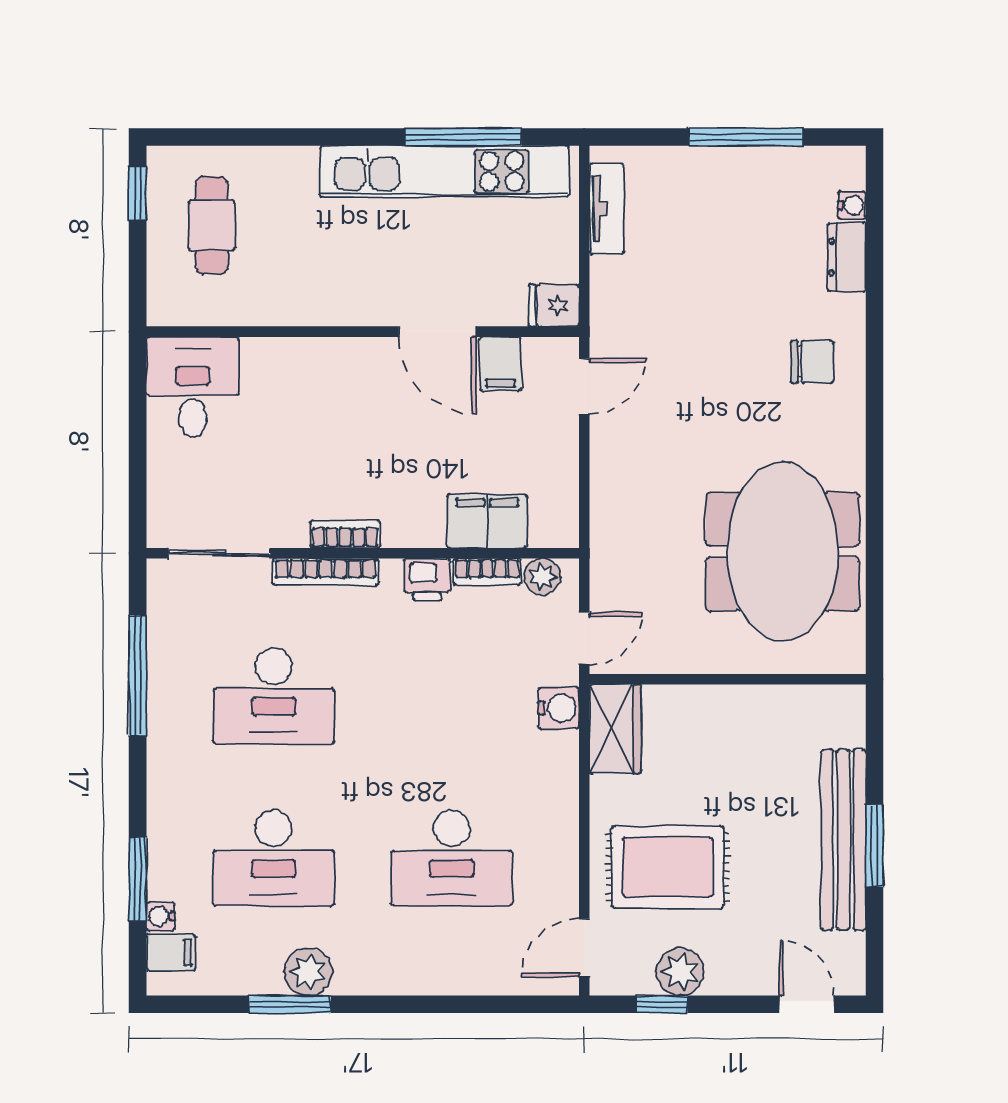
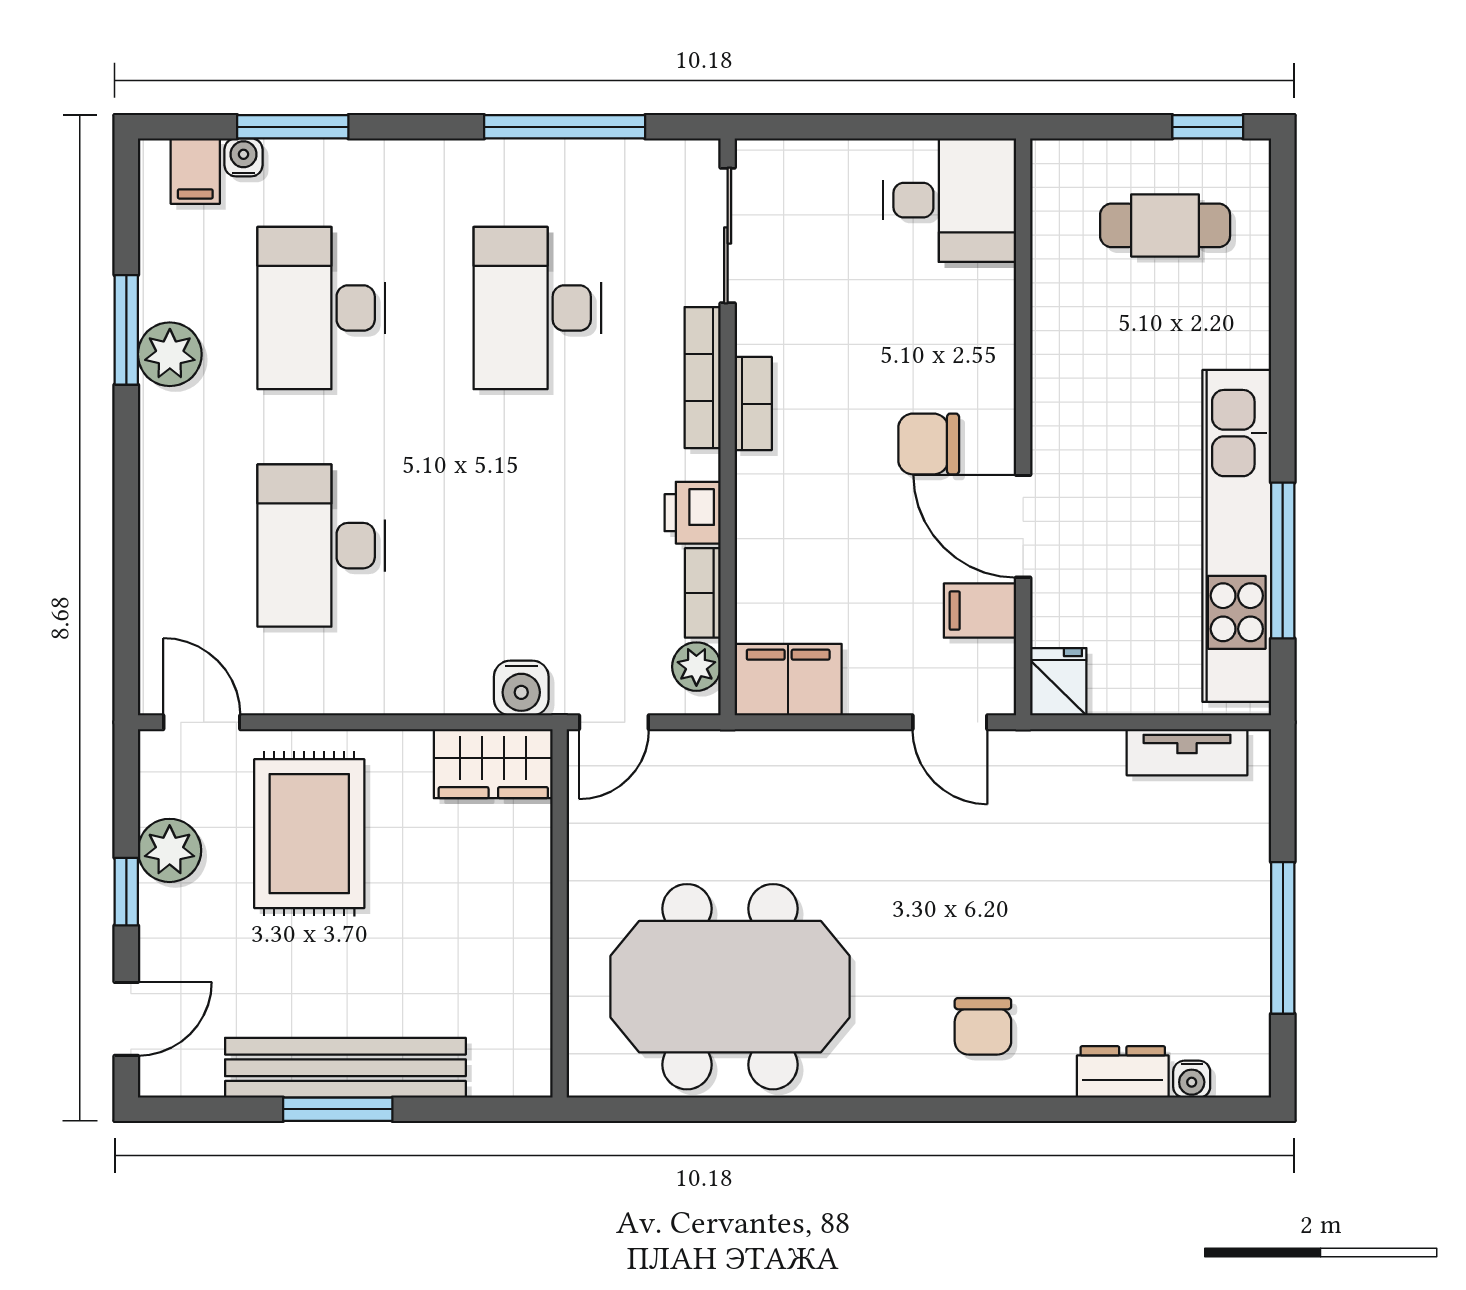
door: (437, 332) -> (1023, 526), hinge flipped
chair: (376, 402) -> (929, 444), added
filing cabinet: (487, 521) -> (788, 680), moved, turned -90
door: (584, 638) -> (614, 722), hinge flipped
window: (662, 1004) -> (126, 892), moved

